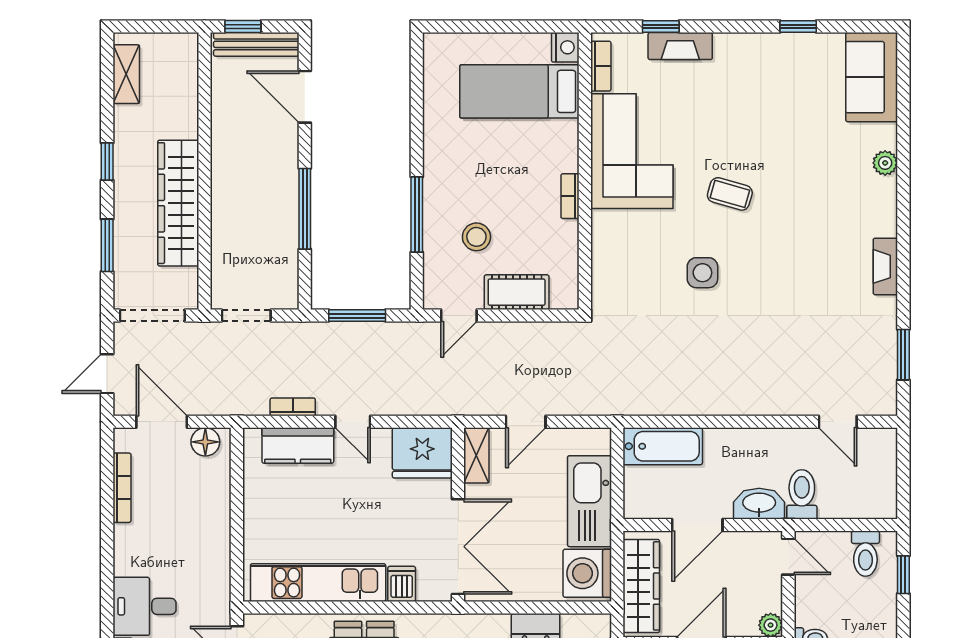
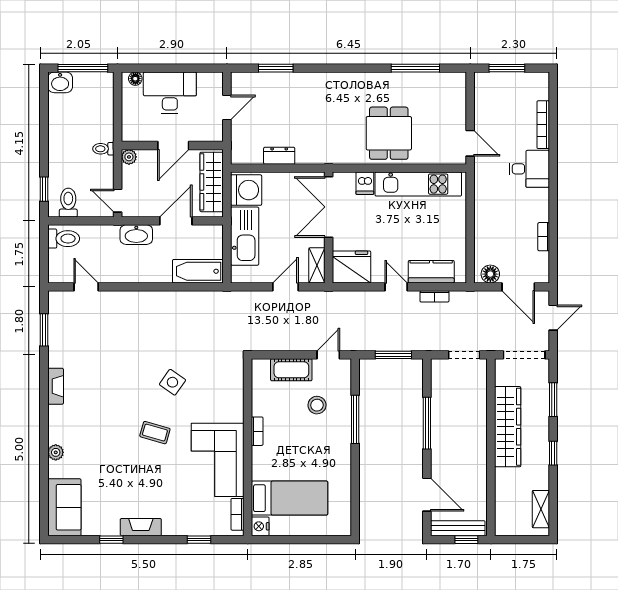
fireplace: (680, 46) -> (141, 527), moved
side table: (702, 273) -> (172, 382), turned 35
bookcase: (122, 488) -> (544, 237), width x0.64
toilet: (802, 494) -> (64, 239), moved, turned -90

